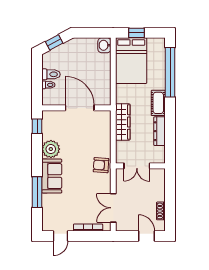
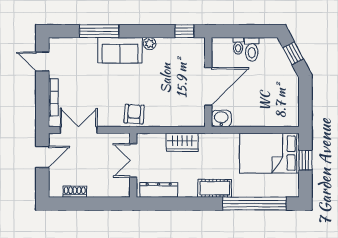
washbasin: (104, 45) -> (221, 118), moved
wardrobe: (123, 122) -> (182, 142), width x0.67
dresser: (160, 131) -> (159, 190), moved
plant: (51, 149) -> (150, 44), width x0.53, depth x0.53
door: (146, 236) -> (42, 157), moved

